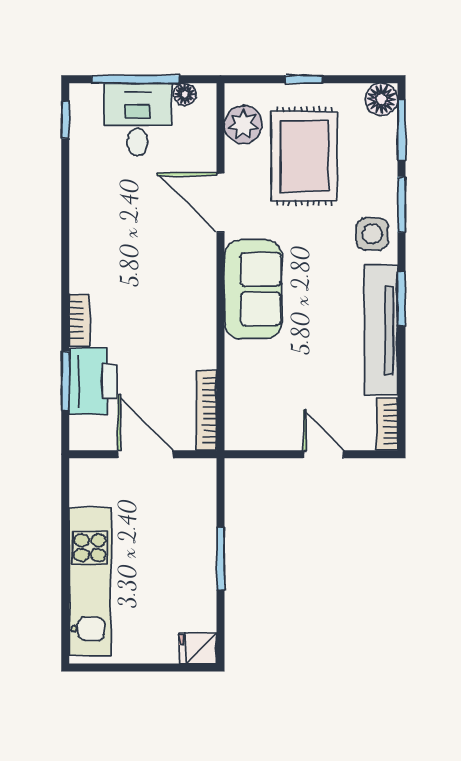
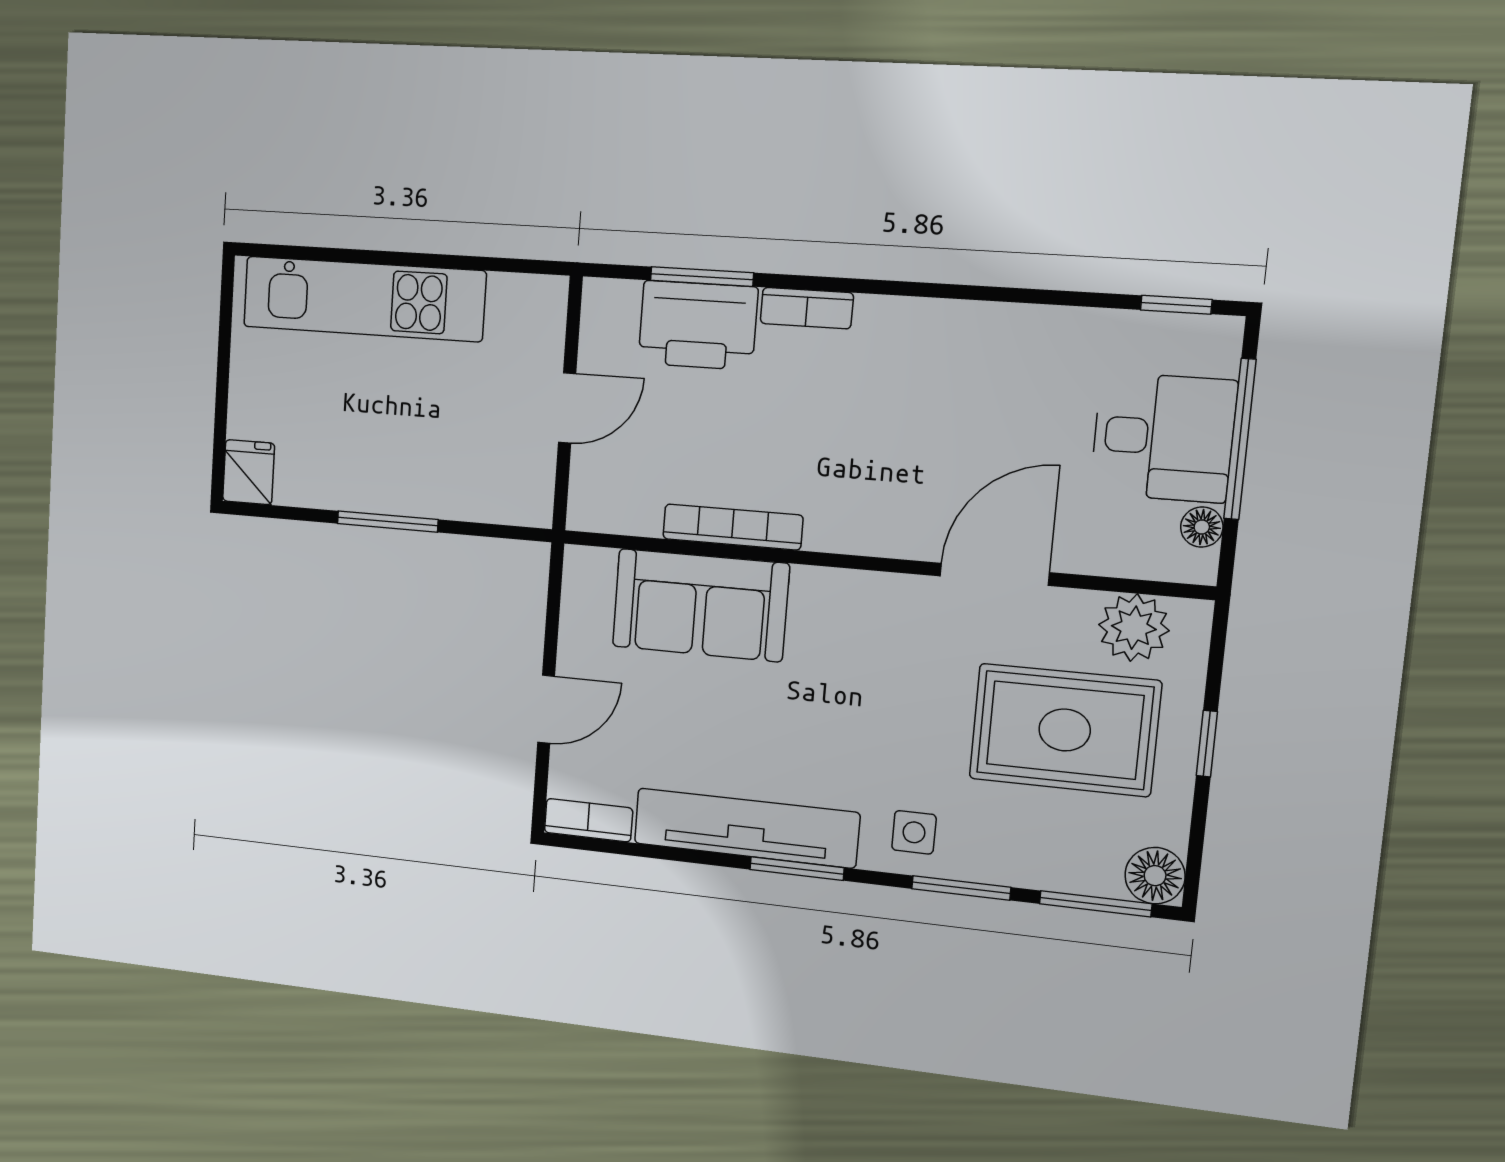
side table: (372, 234) -> (914, 832), width x0.73, depth x0.73
sofa: (253, 289) -> (700, 605), moved
bookcase: (206, 410) -> (733, 527), moved
door: (145, 454) -> (567, 408), width x0.73

